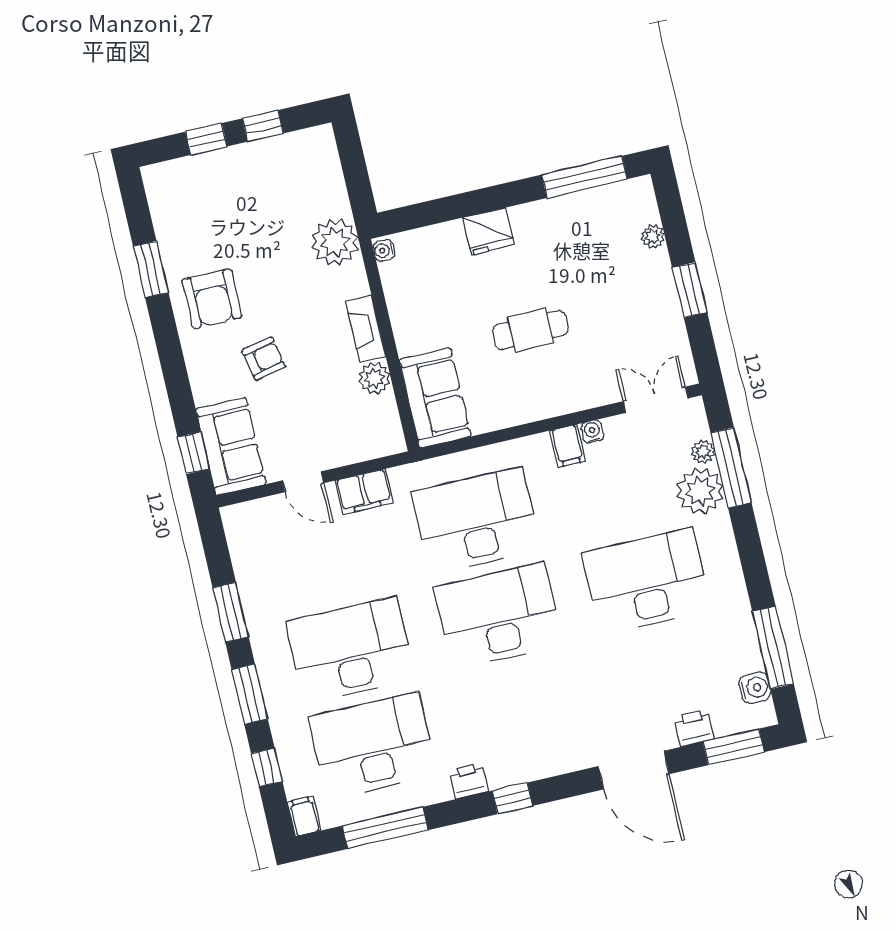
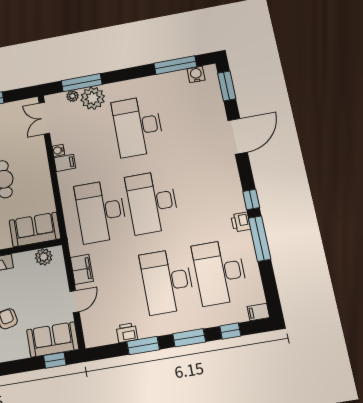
plant: (374, 378) -> (44, 257), moved
printer: (694, 728) -> (127, 333), moved, turned 90
window: (385, 828) -> (260, 239), moved

